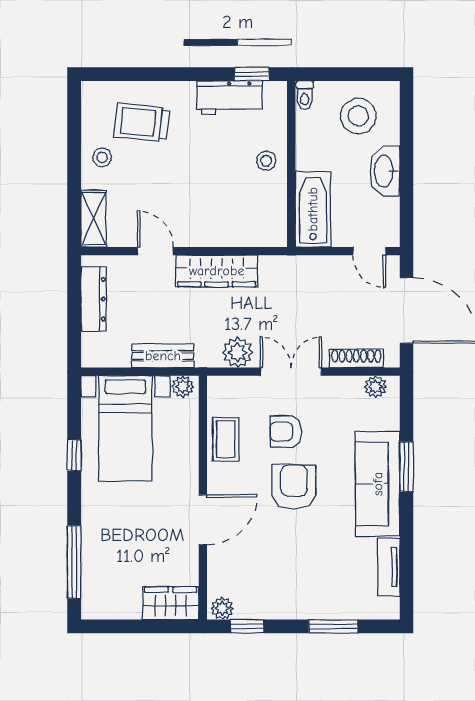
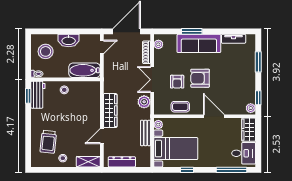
workbench: (229, 98) -> (38, 95), moved
desk: (114, 591) -> (244, 153), added

